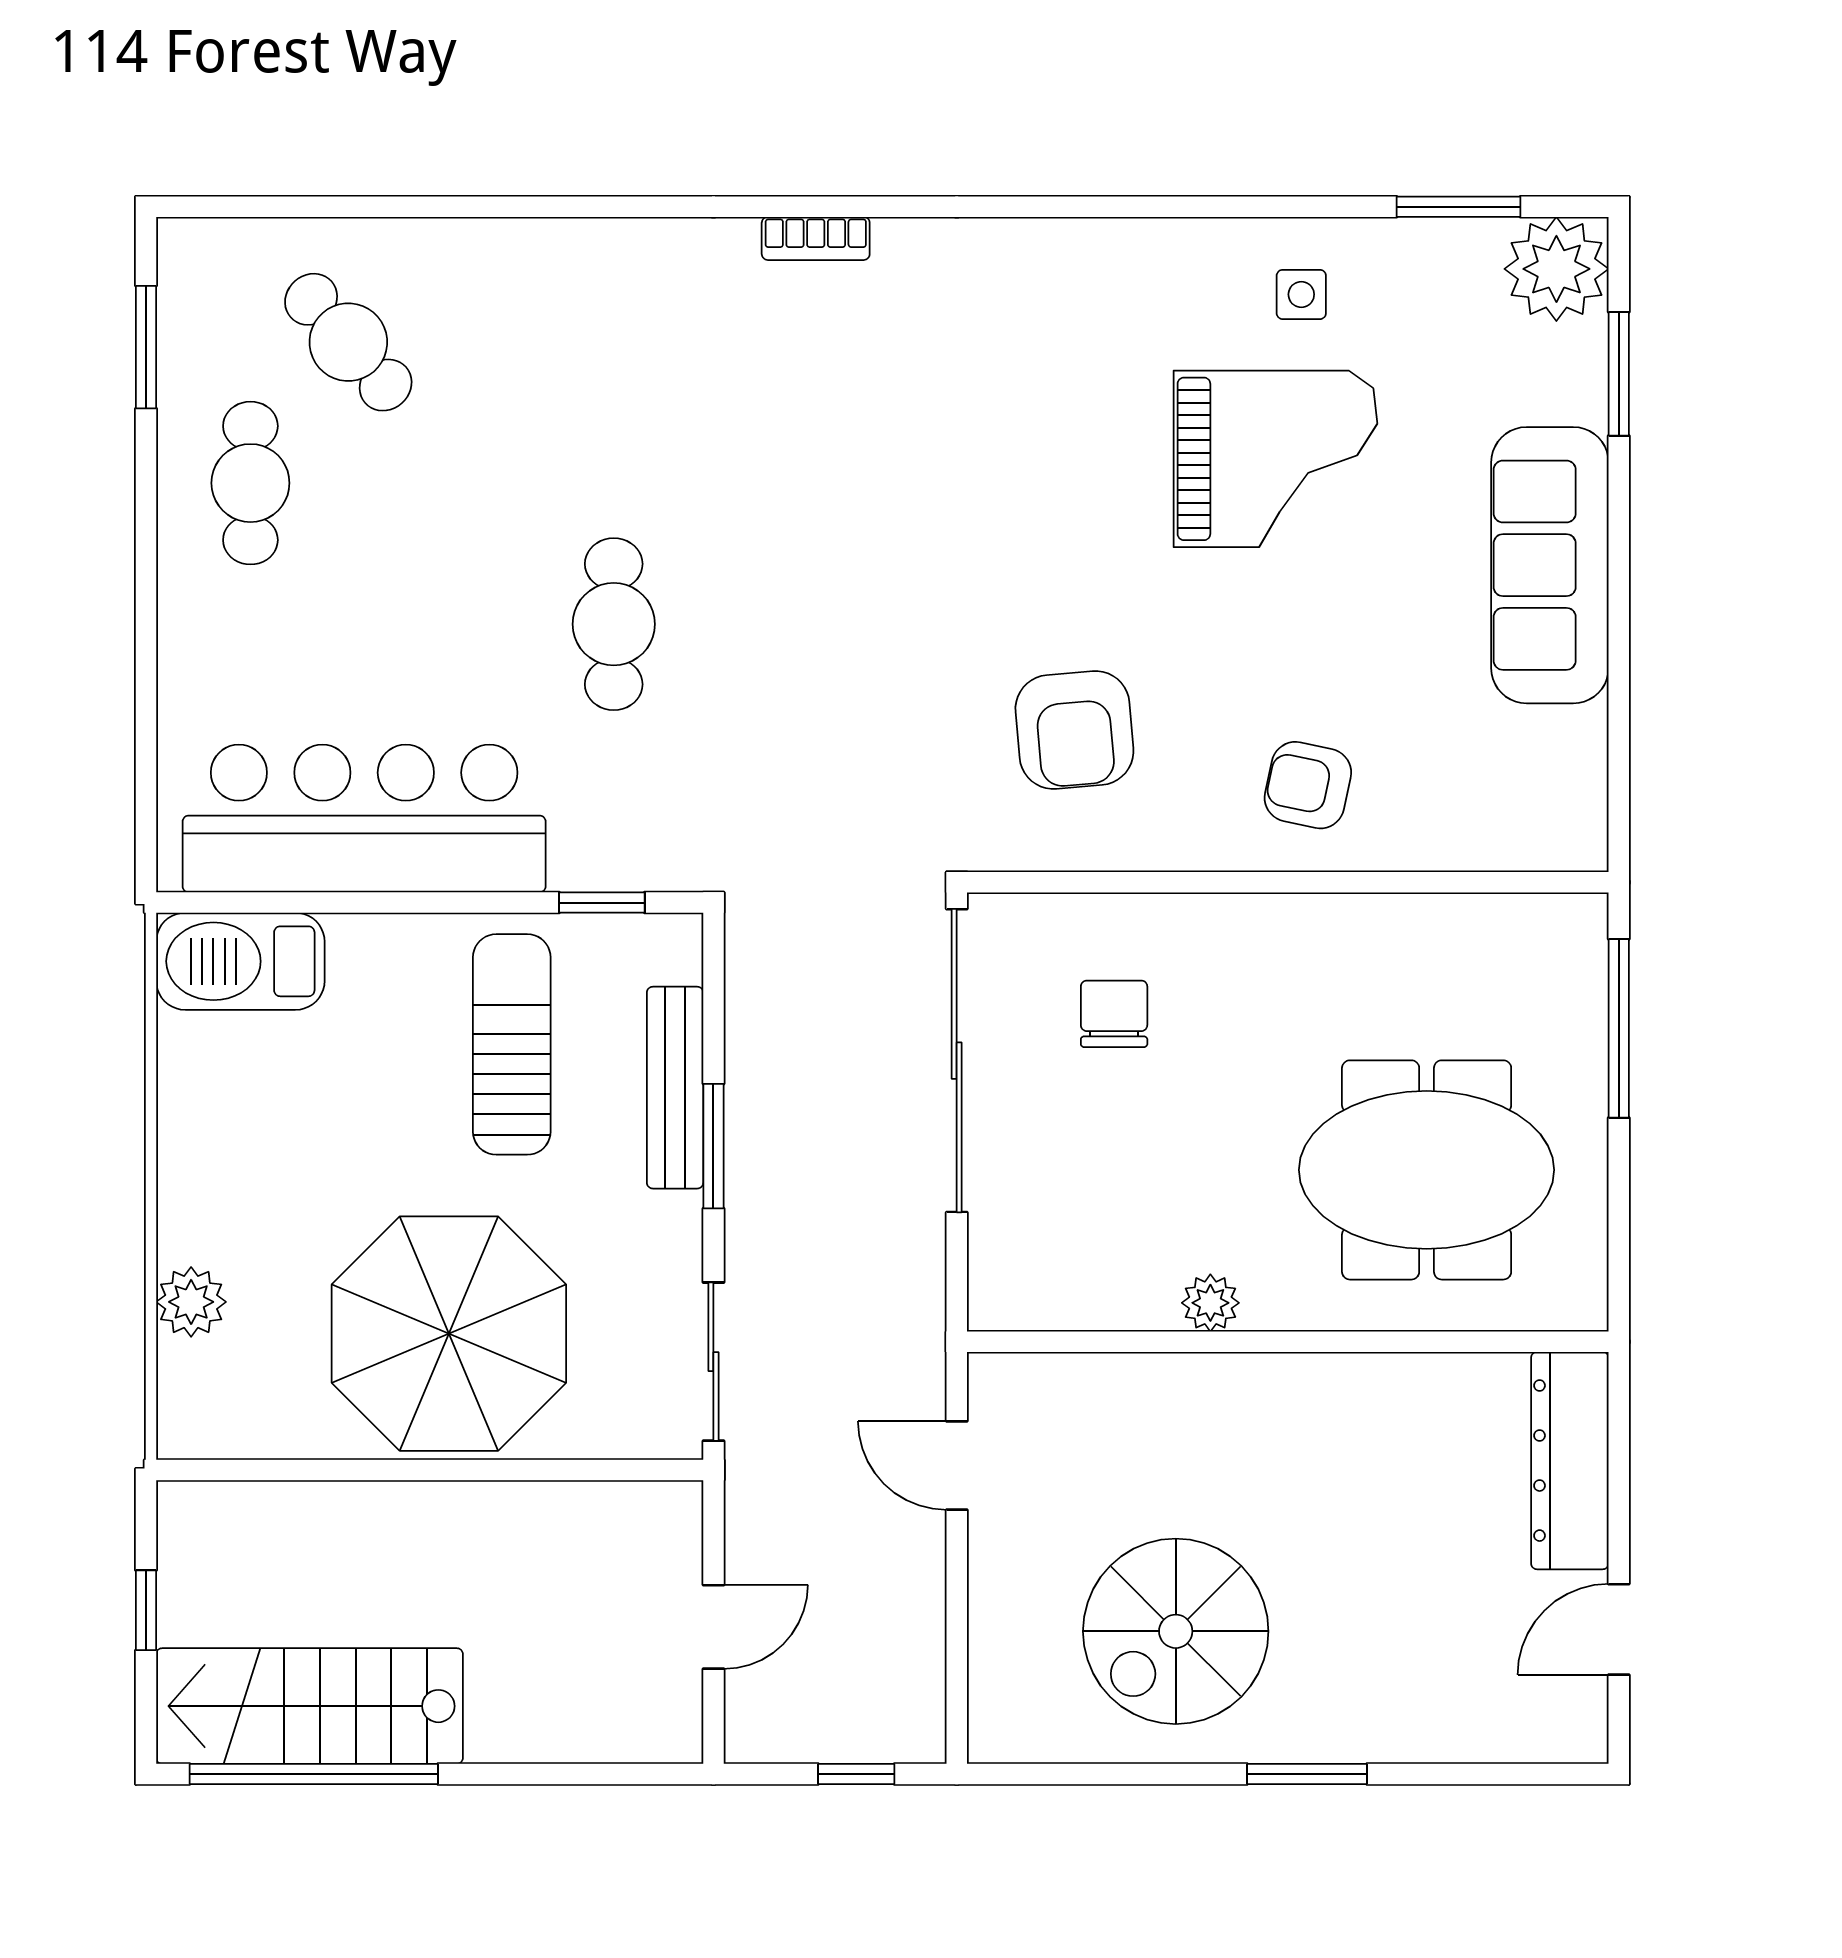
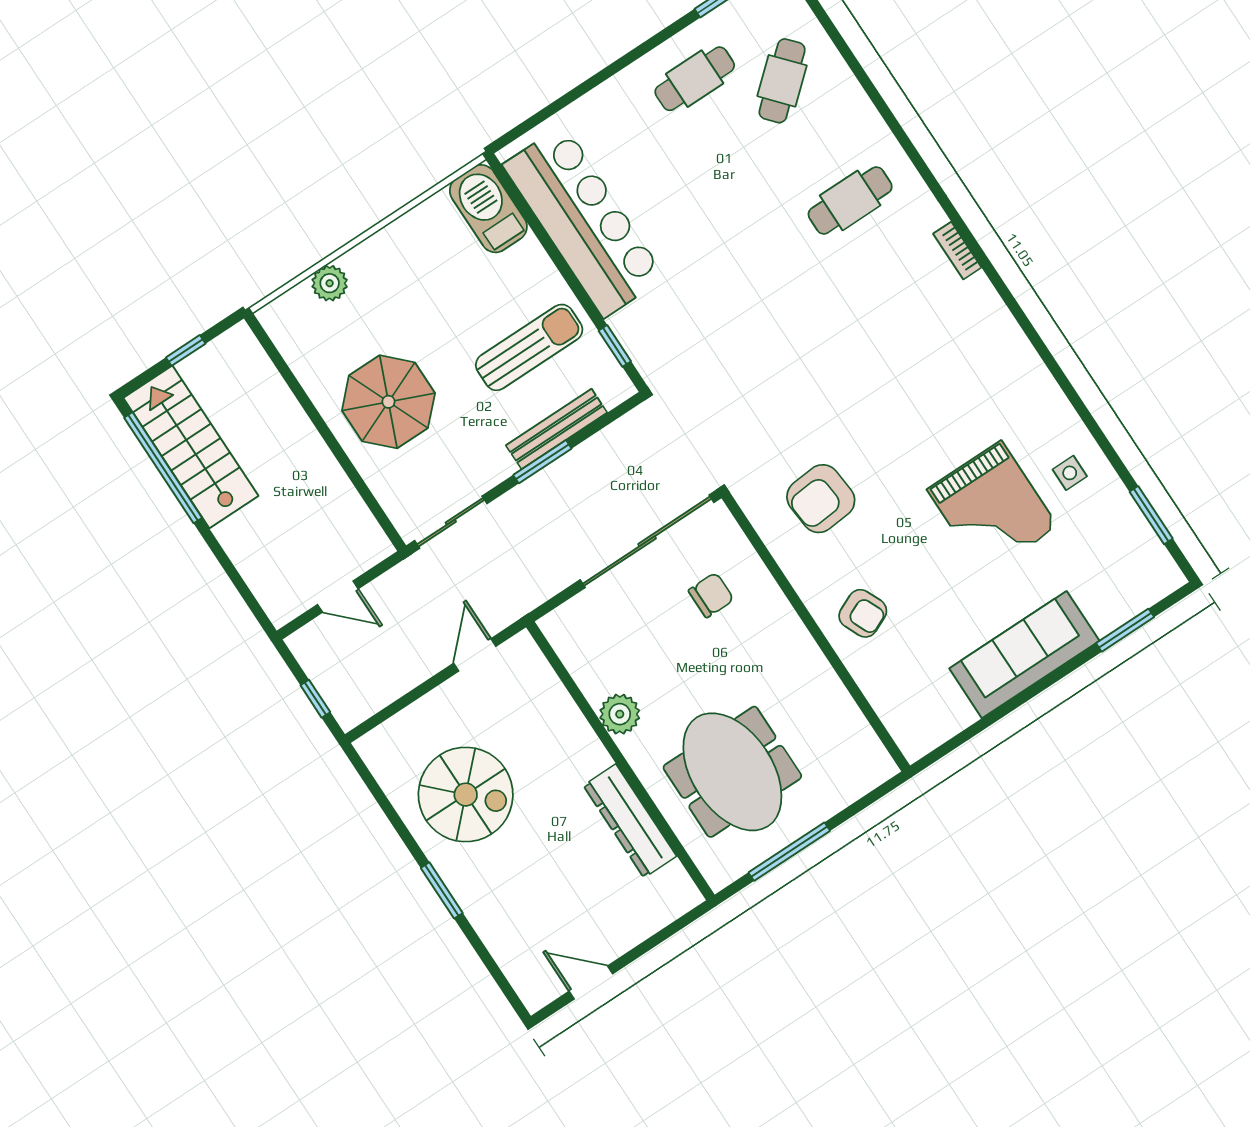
plant: (1556, 269) -> (1152, 574), removed
cafe table: (614, 624) -> (850, 200), moved
armchair: (1308, 785) -> (863, 613), turned 144
window: (1619, 1028) -> (789, 852), moved
plant: (1210, 1303) -> (620, 714), width x1.38, depth x1.38
parasol: (449, 1334) -> (388, 402), width x0.73, depth x0.73
dresser: (1570, 1461) -> (630, 821), moved, turned -90
spiral stairs: (1176, 1631) -> (466, 795), turned 180

